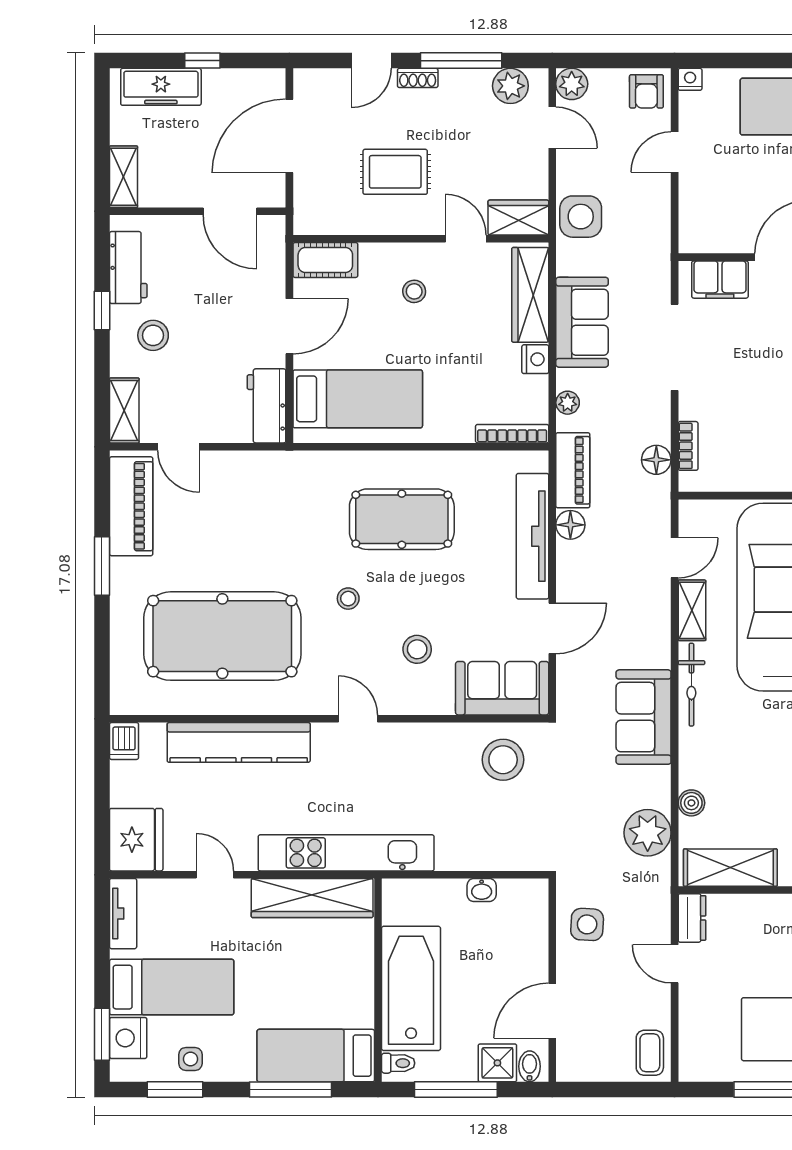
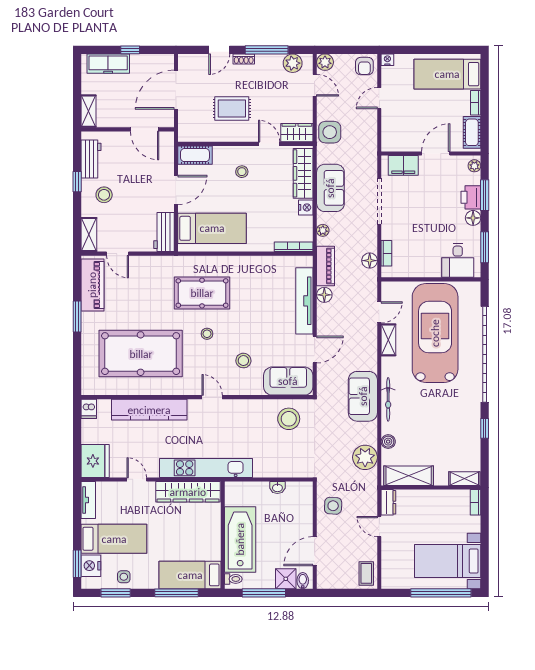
pool table: (402, 519) -> (202, 293), moved
bicycle: (691, 685) -> (388, 399), moved

